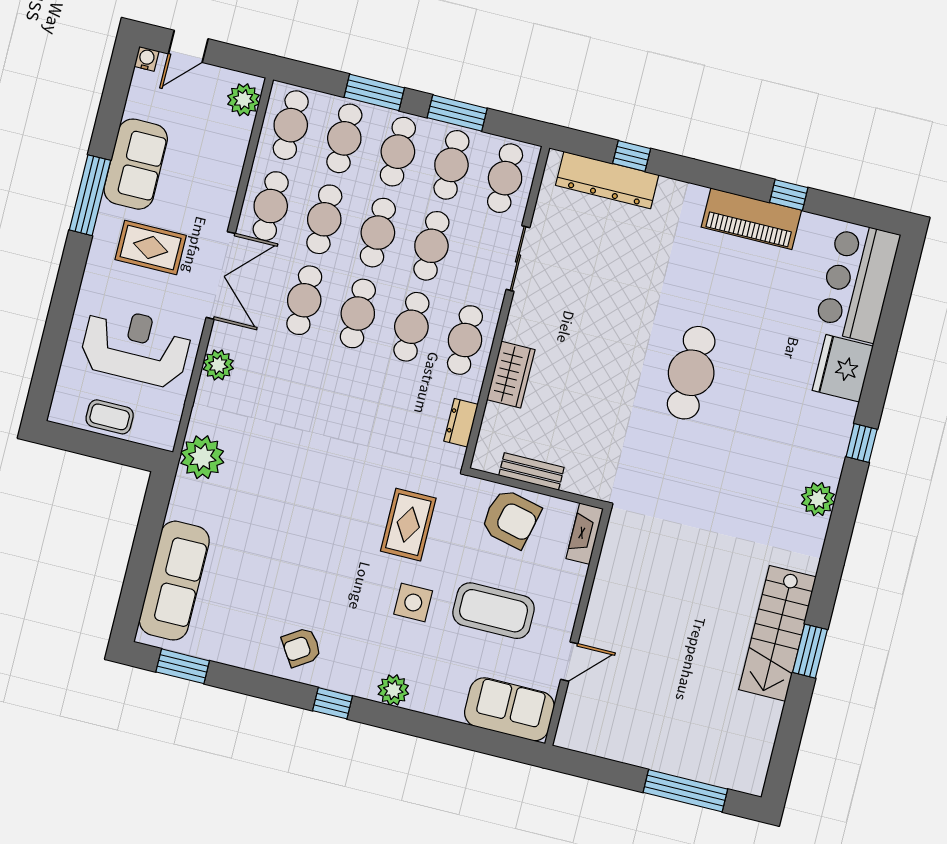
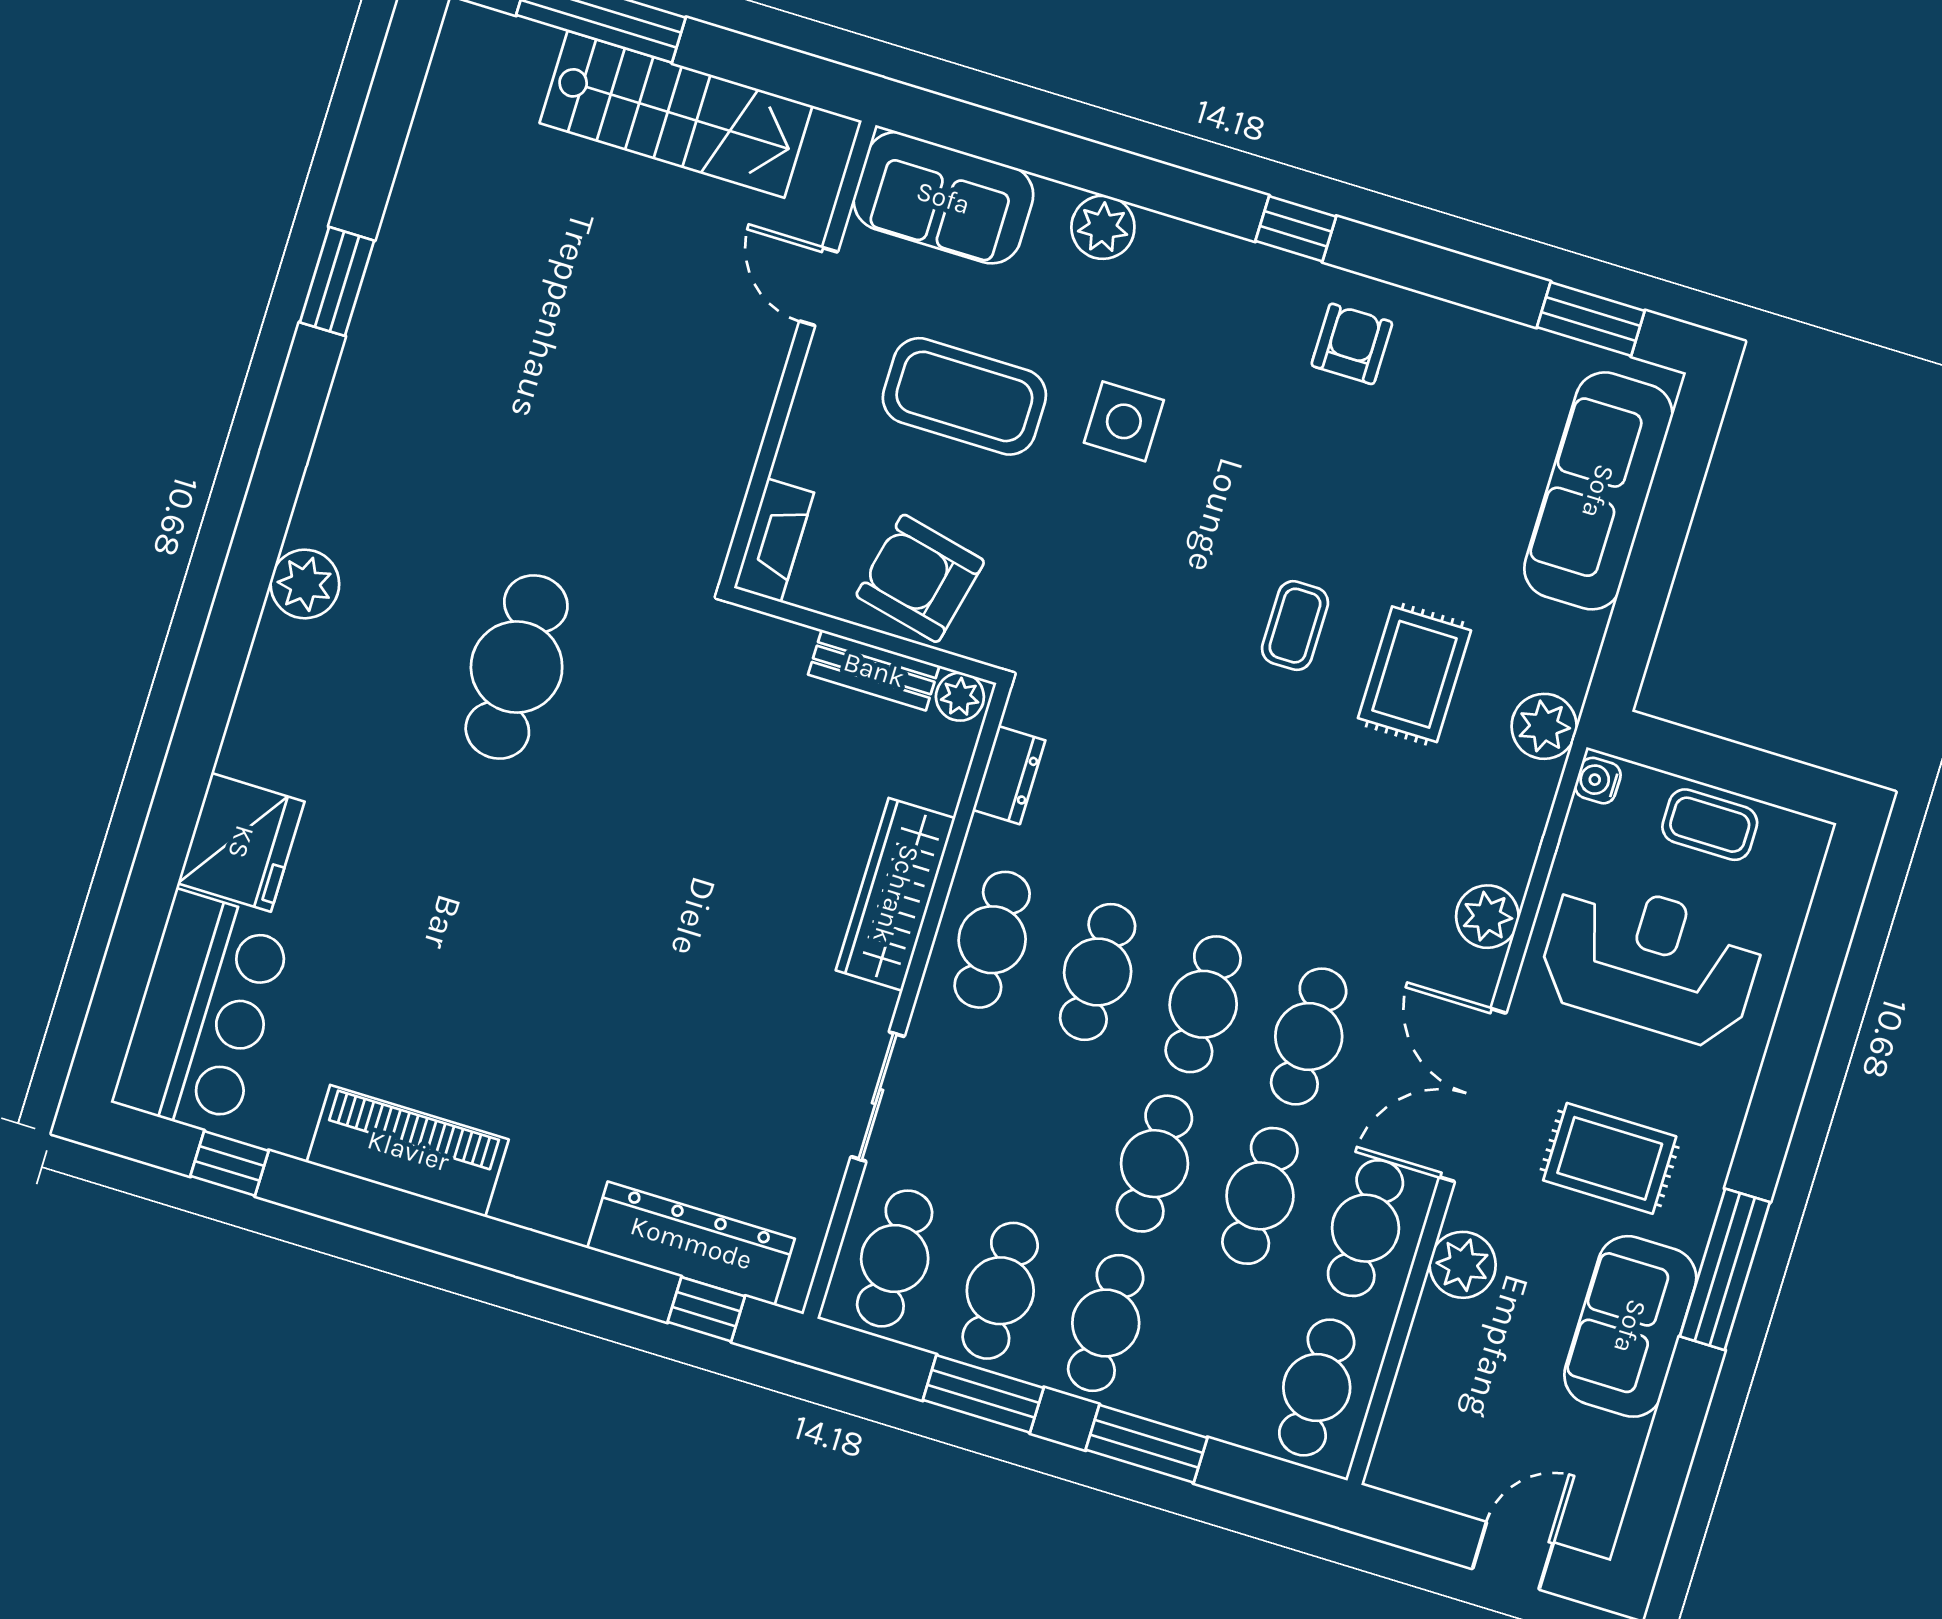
water cooler: (147, 59) -> (1598, 781), moved, turned 90
plant: (244, 100) -> (1463, 1265), moved
cafe table: (344, 138) -> (1211, 1355), removed
window: (632, 156) -> (706, 1309), moved
window: (789, 195) -> (229, 1163), moved
cafe table: (431, 246) -> (1049, 1131), removed
reception desk: (136, 347) -> (1650, 962), turned 180
cafe table: (691, 373) -> (517, 667), moved
wardrobe: (511, 375) -> (896, 894), width x1.50
window: (862, 443) -> (212, 691), removed
plant: (202, 457) -> (1544, 726), width x0.73, depth x0.73
plant: (488, 460) -> (960, 697), added
coffee table: (322, 505) -> (1295, 626), added
rug: (408, 525) -> (1414, 674), moved
stairs: (777, 633) -> (676, 114), moved, turned 90
armchair: (301, 647) -> (1352, 344), turned -57
door: (569, 662) -> (819, 287), hinge flipped
plant: (393, 690) -> (1103, 227), moved

